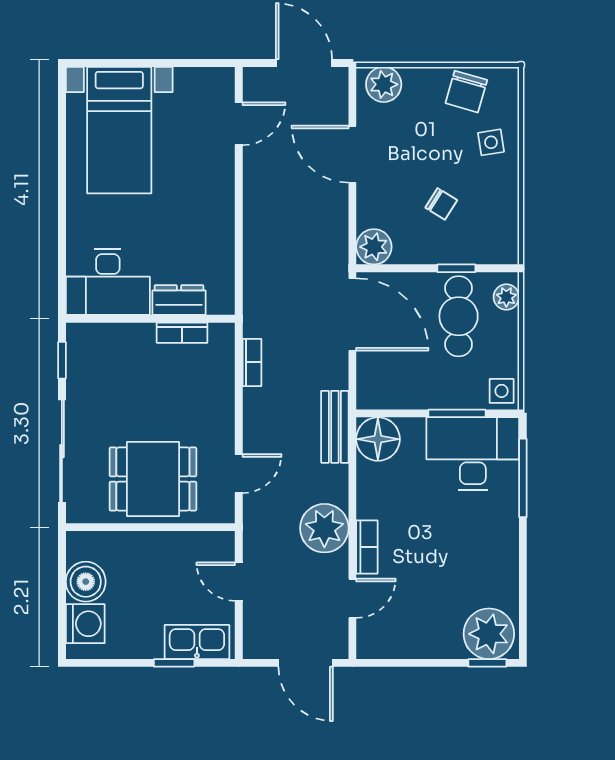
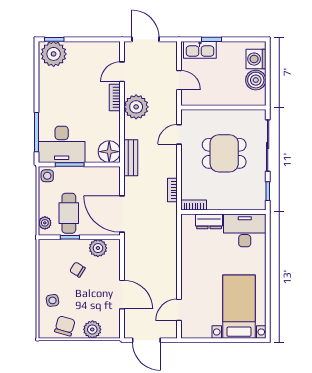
plant: (384, 84) -> (92, 329), moved
plant: (374, 247) -> (98, 248), moved
bookcase: (182, 333) -> (194, 205), moved
dining table: (153, 479) -> (224, 153), moved

